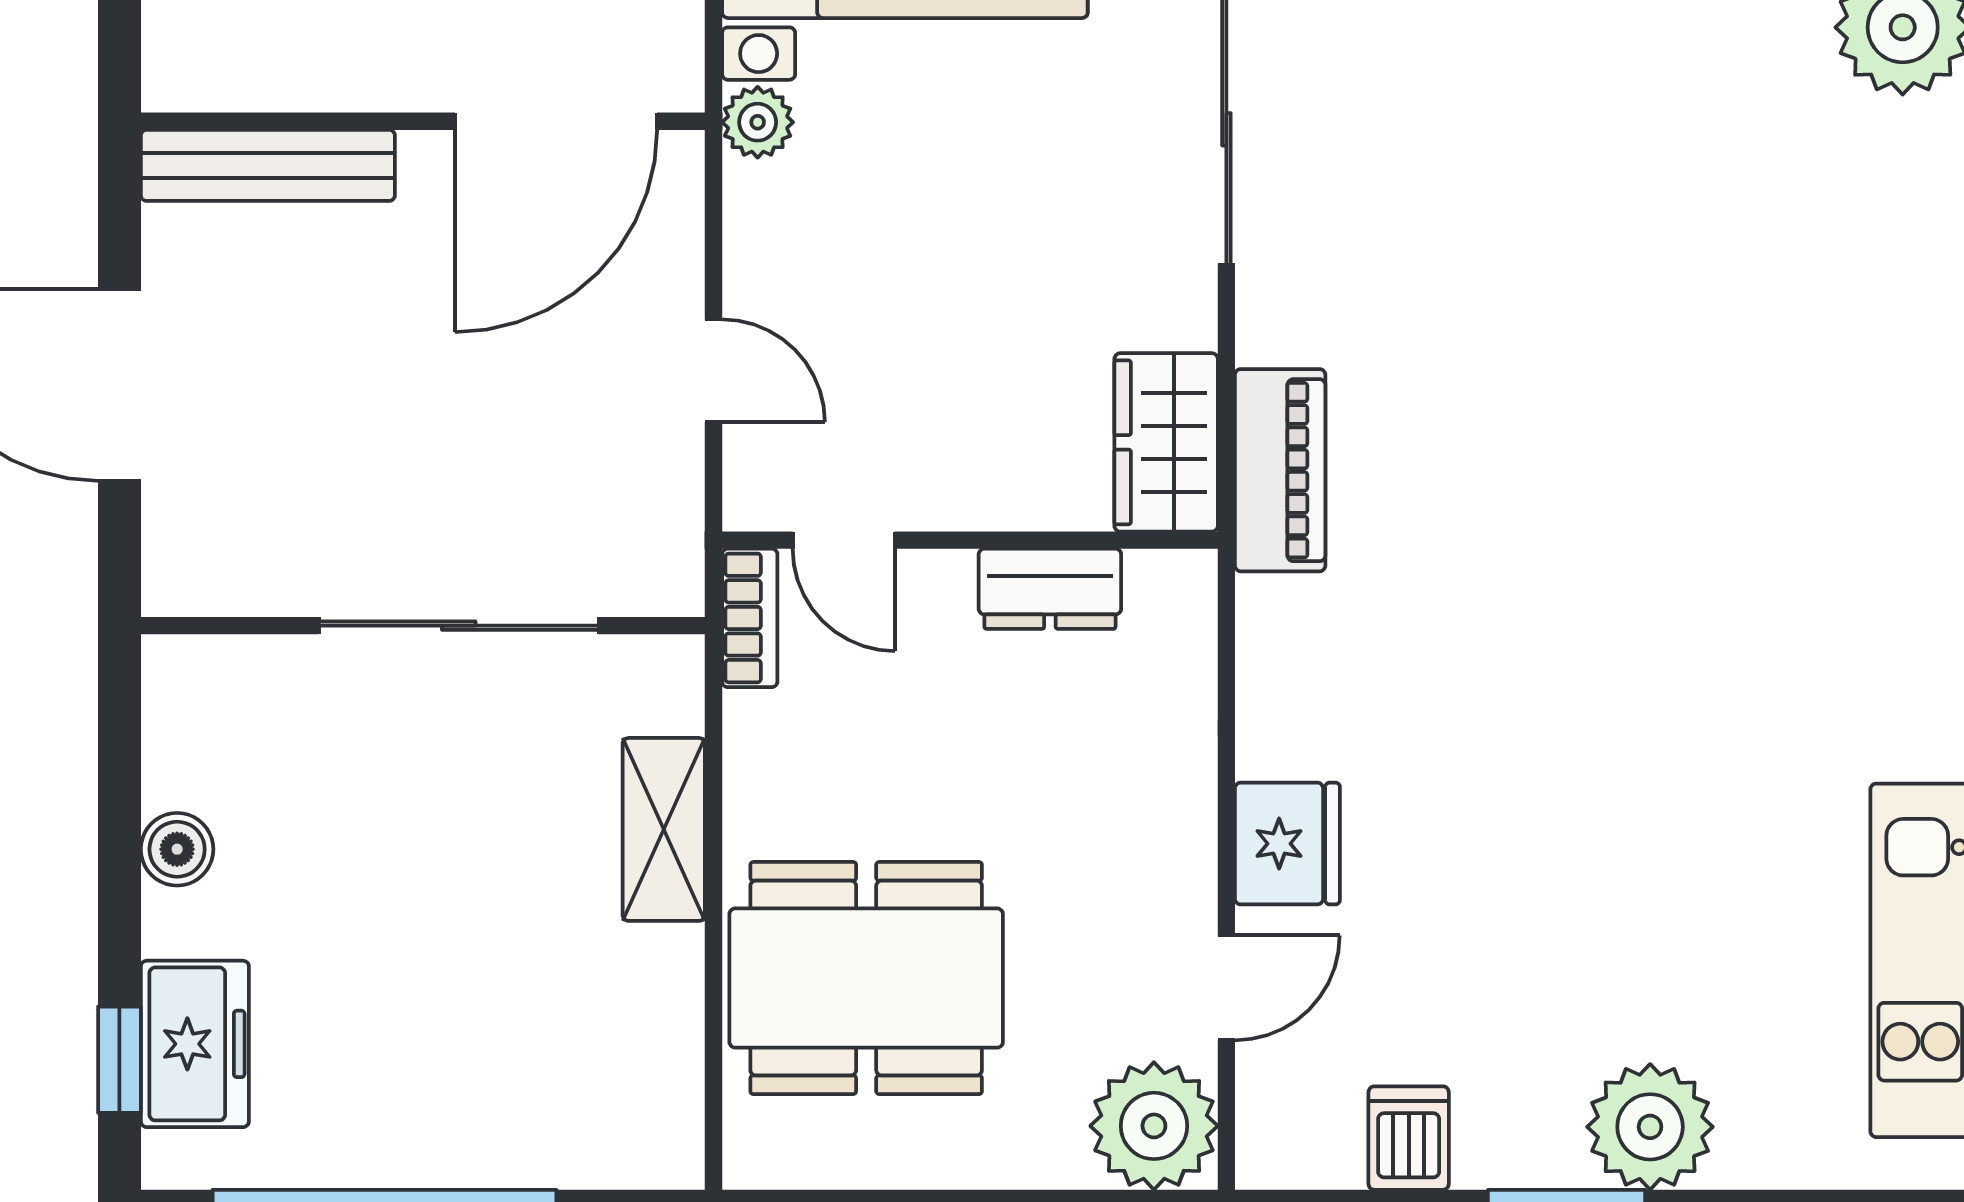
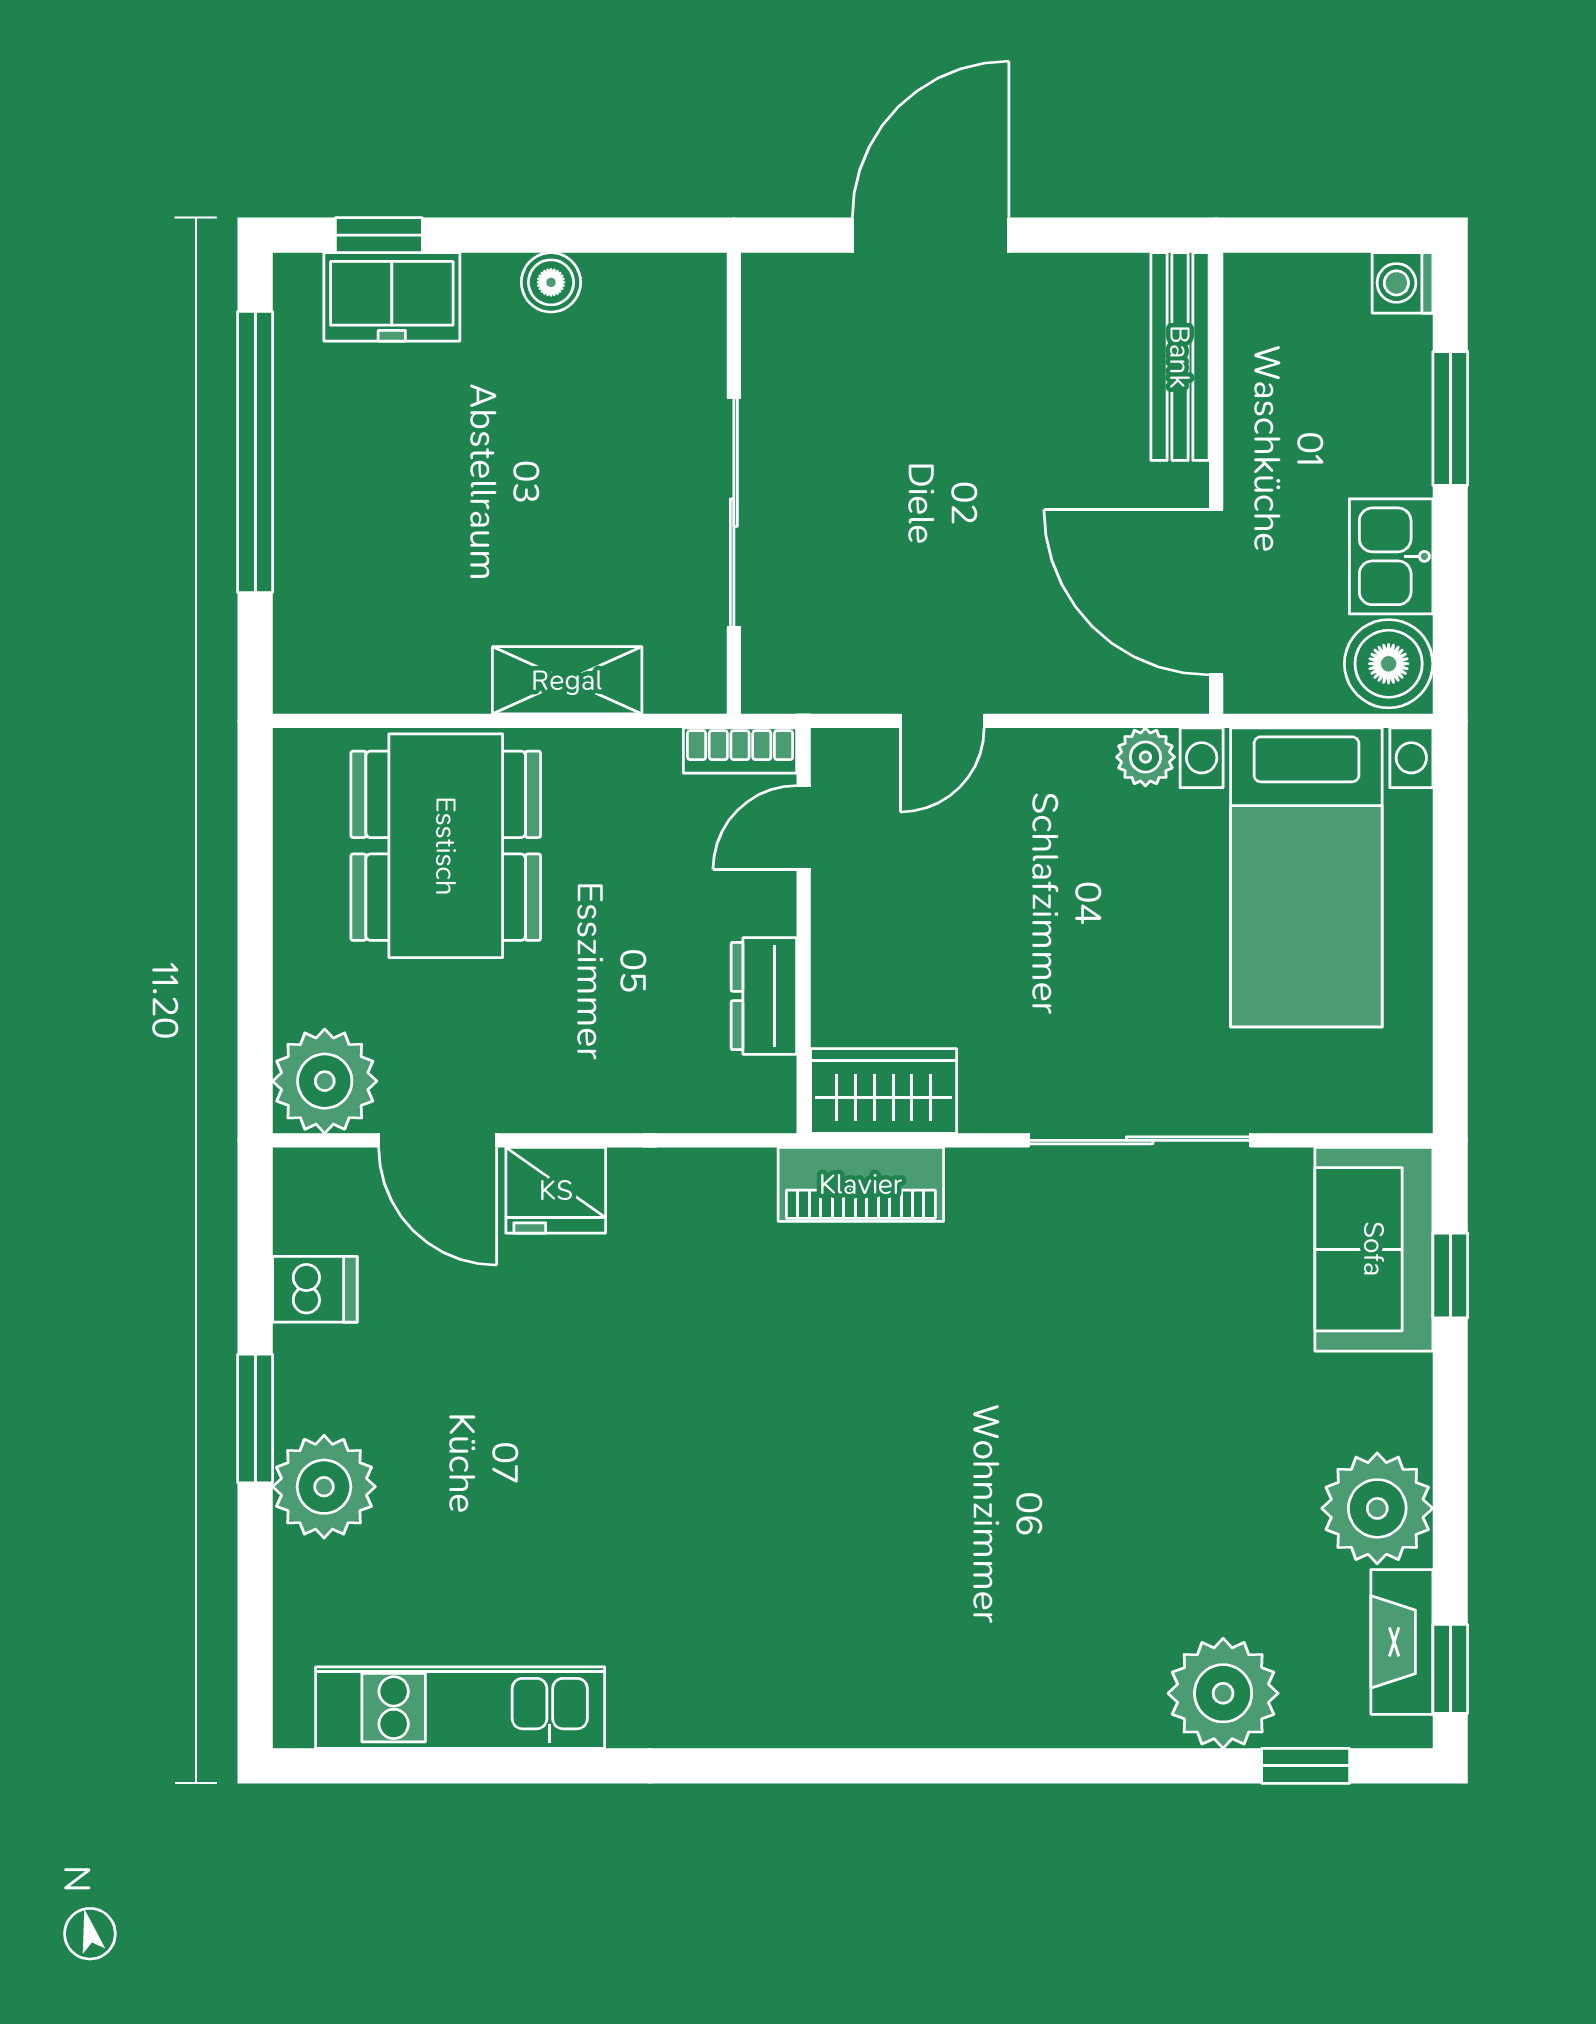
wall: (423, 121) -> (1216, 483), moved
door: (556, 121) -> (1216, 592), moved
bench: (268, 165) -> (1180, 357), moved
door: (1226, 988) -> (438, 1140), width x1.38

